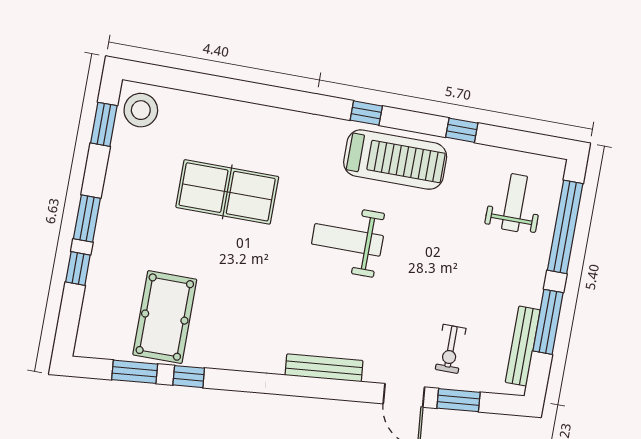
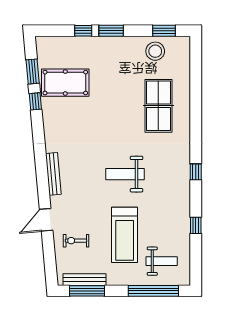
stool: (141, 110) -> (155, 51), moved
treadmill: (395, 160) -> (125, 235), moved
table tennis table: (227, 192) -> (158, 106), moved
weight bench: (347, 240) -> (125, 174), turned -90
window: (548, 322) -> (87, 291), moved
window: (458, 400) -> (49, 250), removed

